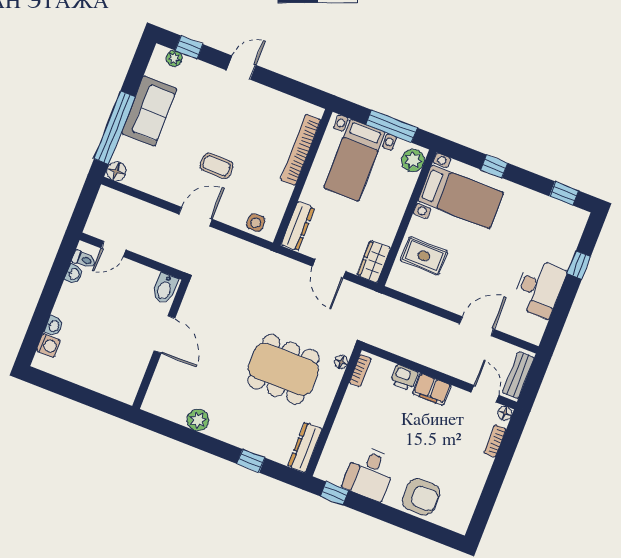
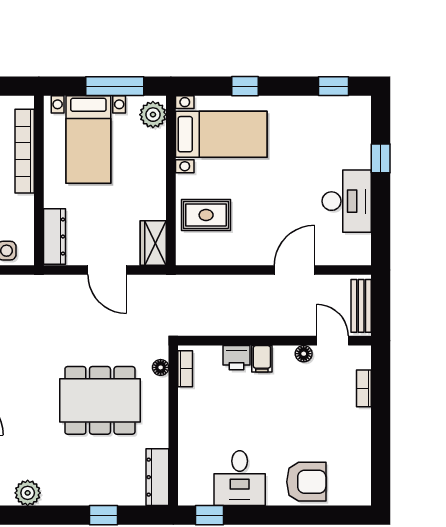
filing cabinet: (432, 389) -> (262, 359), width x0.50
floor lamp: (505, 413) -> (304, 354), moved

